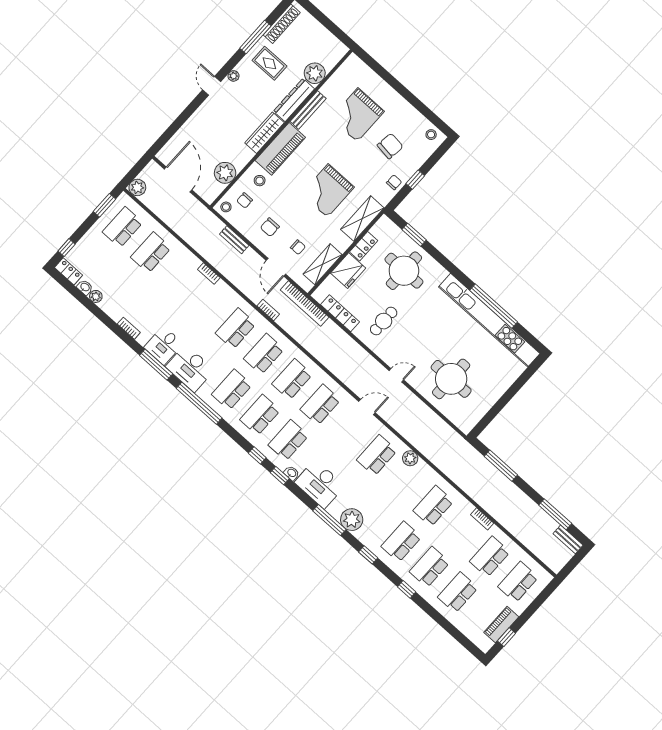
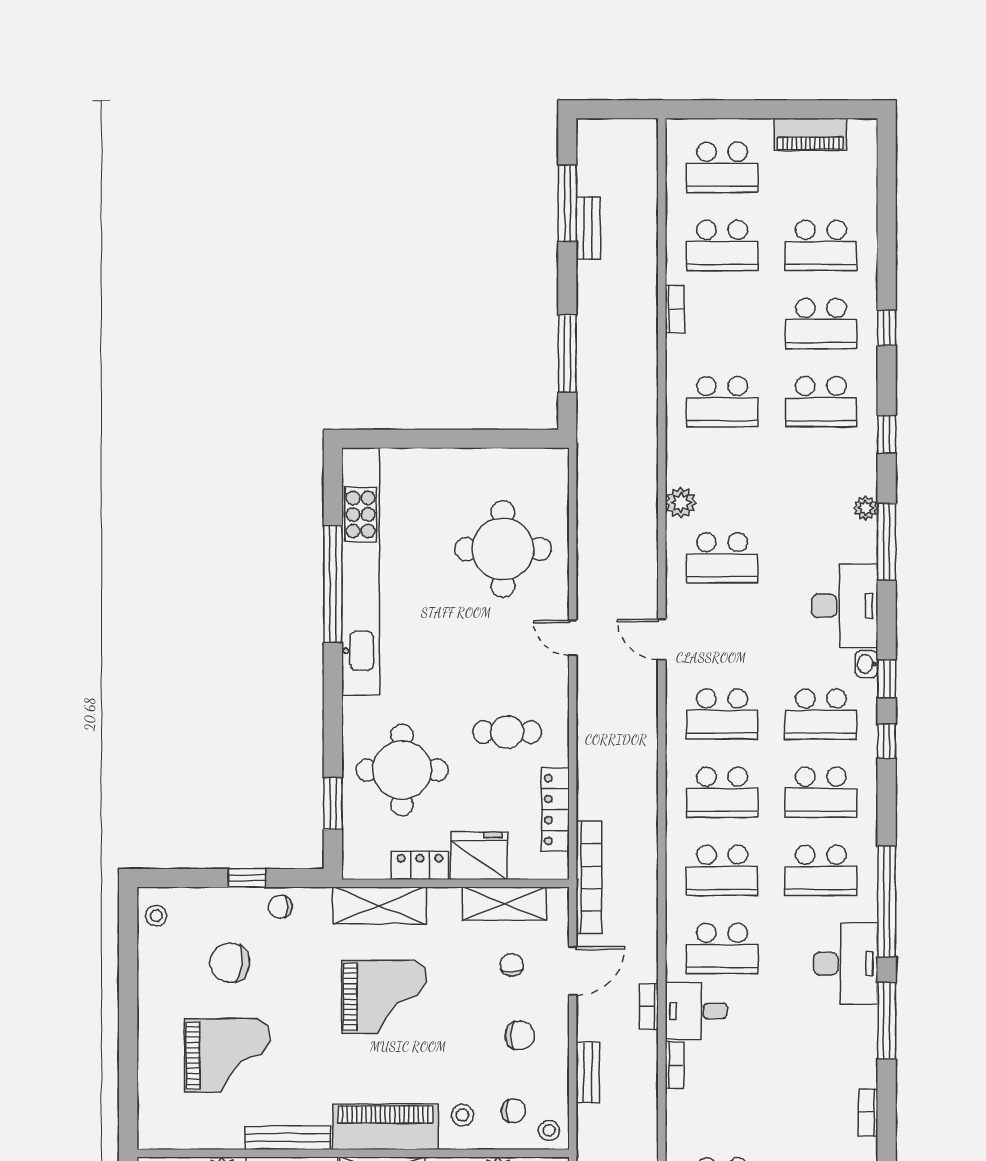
bookcase: (268, 310) -> (649, 1006), moved
desk: (164, 345) -> (696, 1011), moved, turned 180
plant: (352, 520) -> (866, 508), width x0.53, depth x0.53
bench: (568, 539) -> (588, 228), moved
window: (507, 637) -> (822, 109), removed

